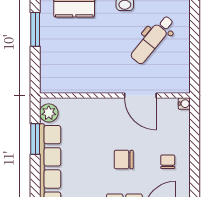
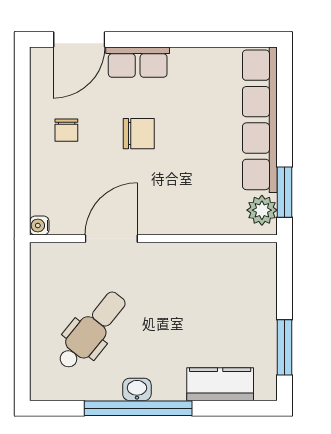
door: (140, 96) -> (111, 239), hinge flipped
window: (35, 139) -> (284, 192), moved

